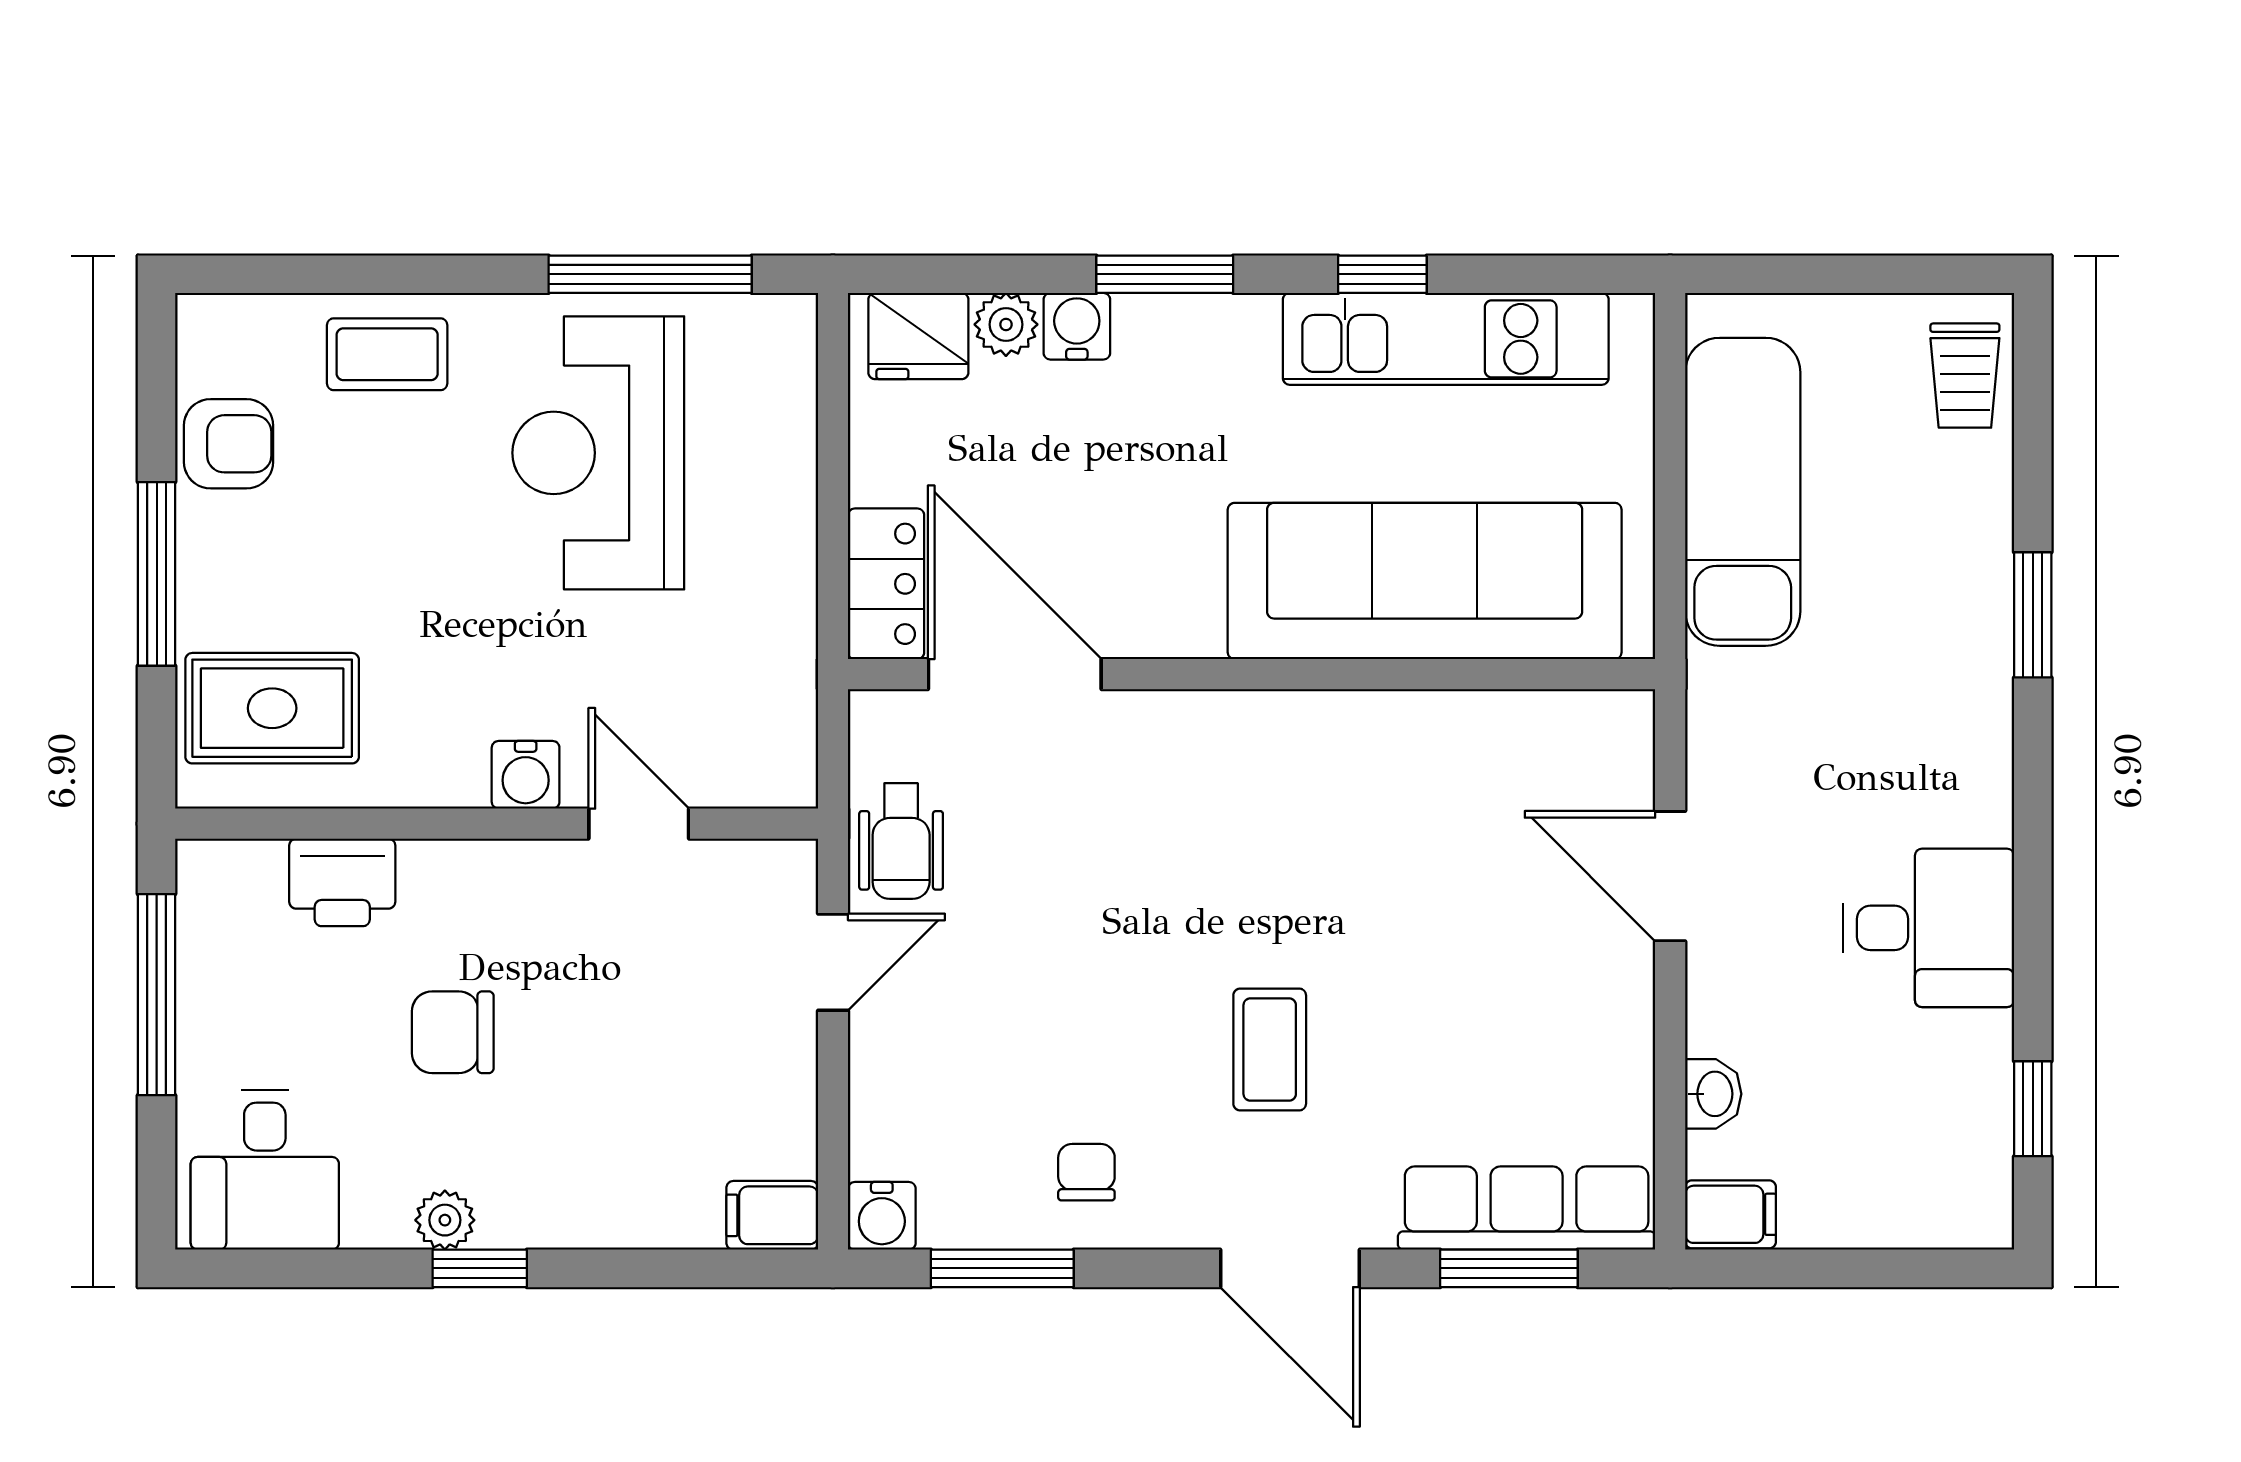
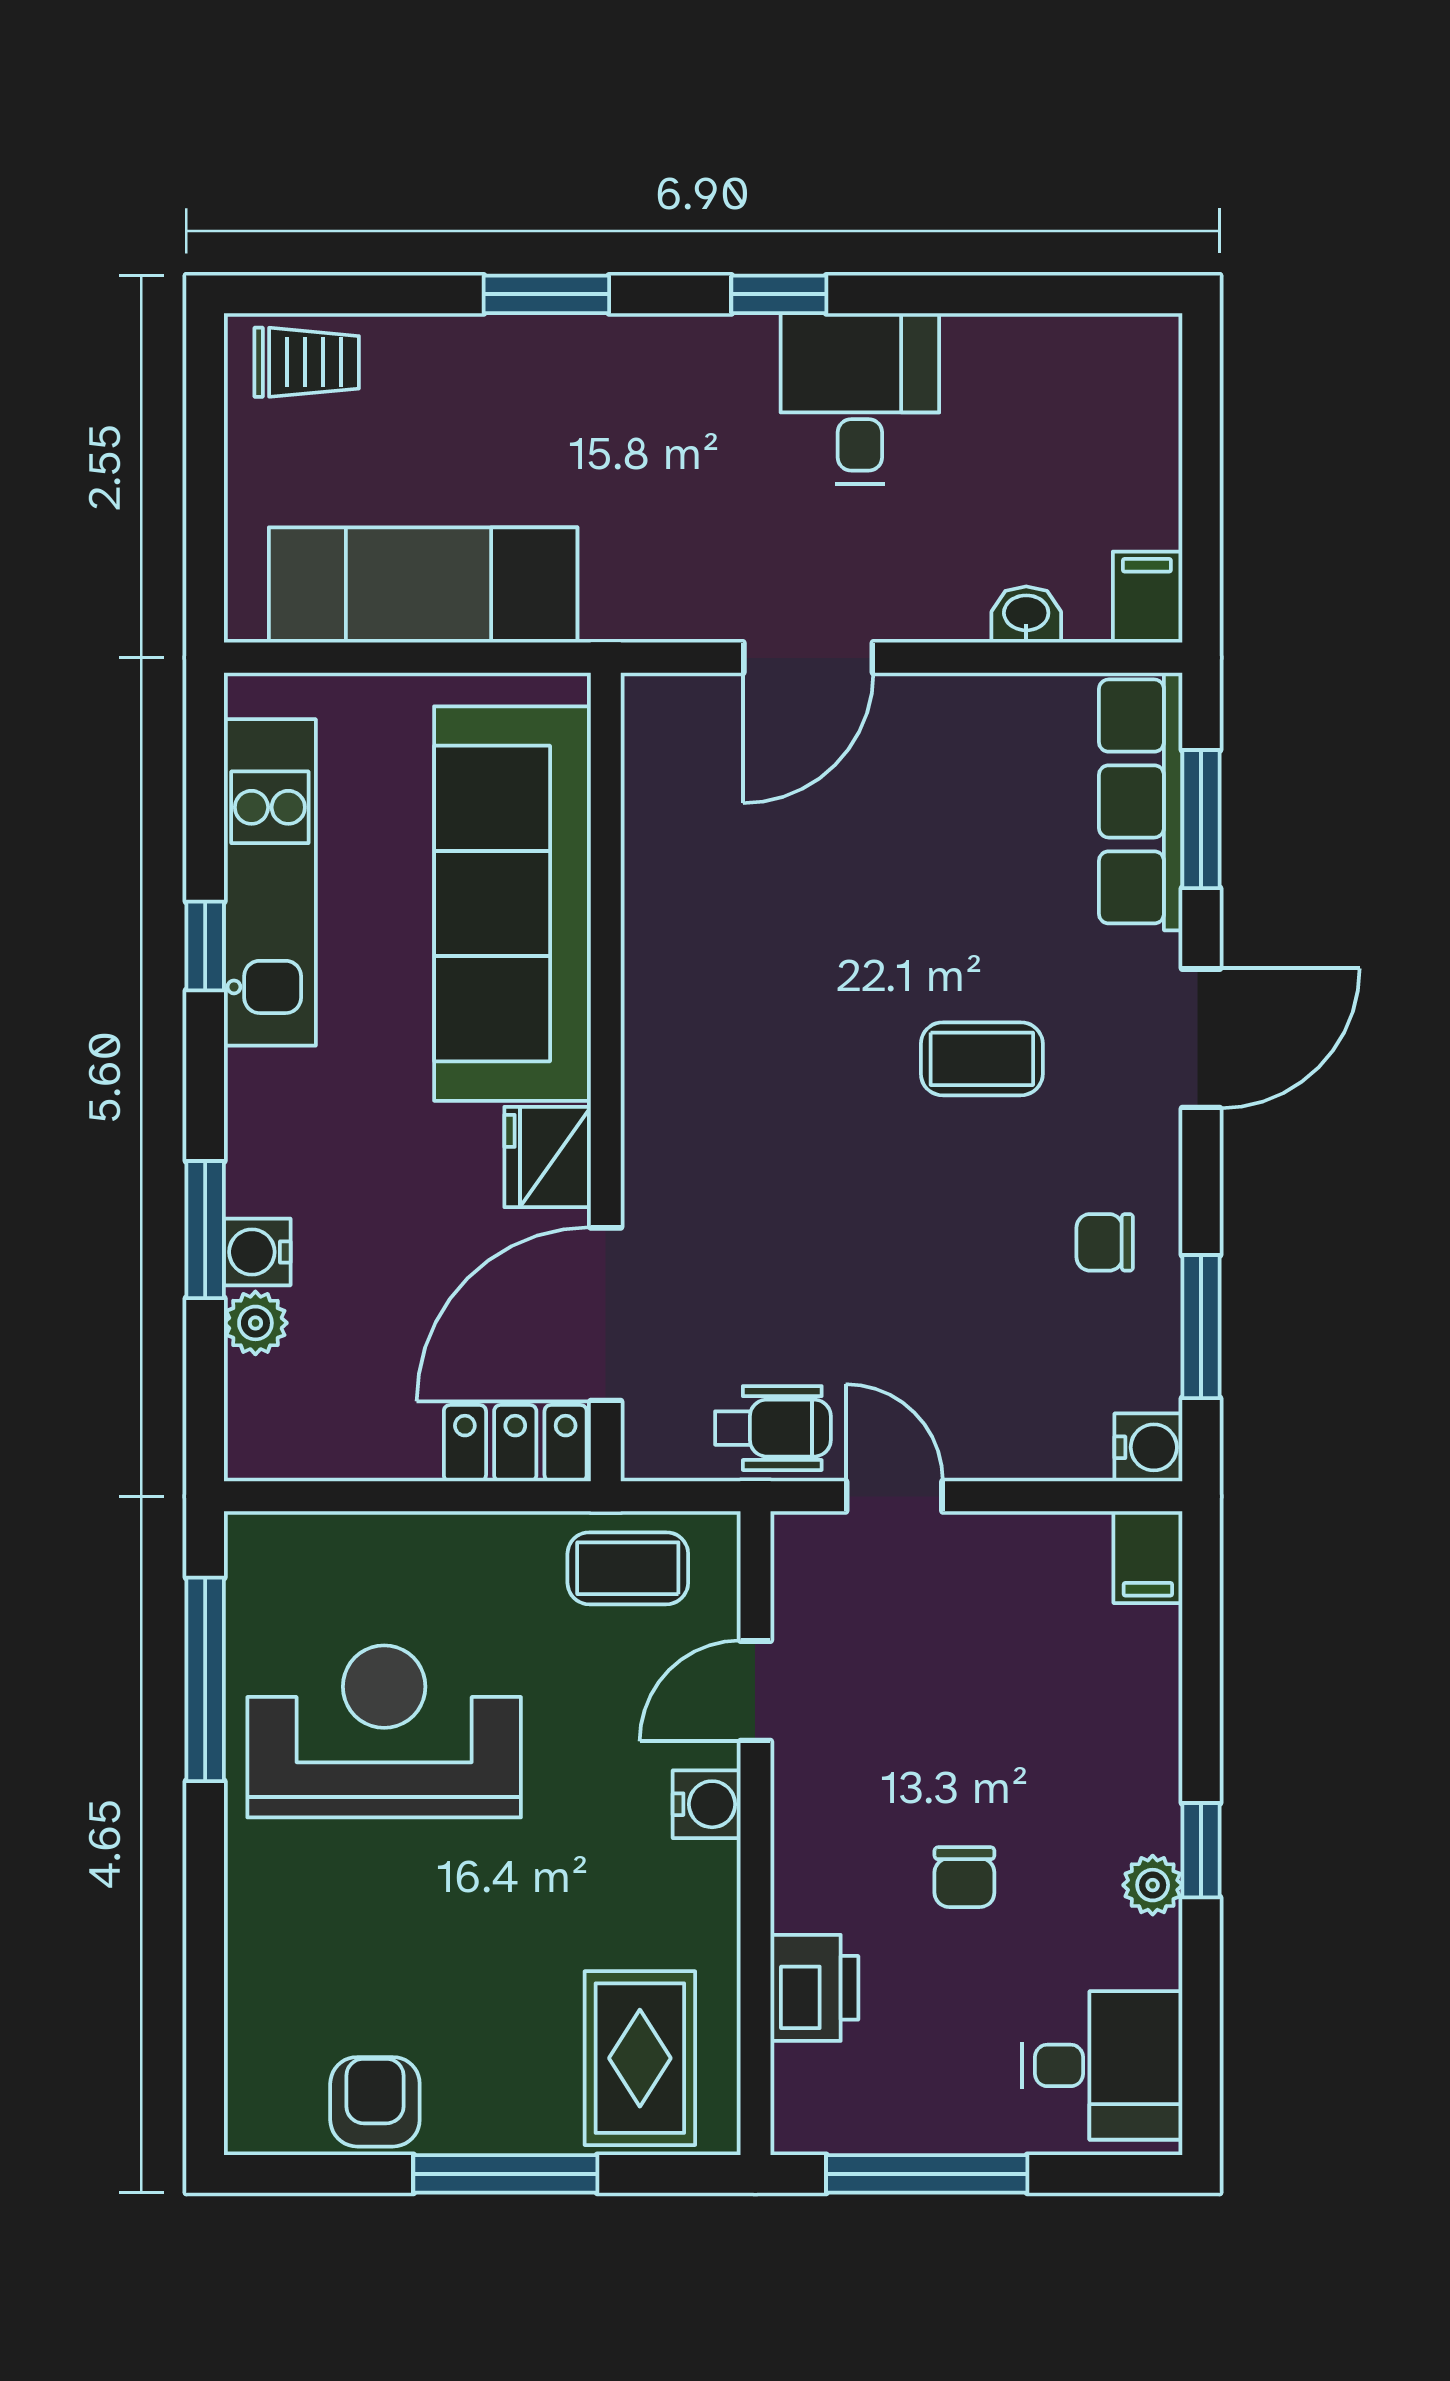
window: (1165, 274) -> (205, 1230), moved
fridge: (918, 336) -> (548, 1157), moved, turned 180
coffee table: (387, 354) -> (628, 1568), moved, turned 90
reception desk: (598, 453) -> (384, 1731), turned 180
chair: (453, 1032) -> (964, 1877), width x0.73, depth x0.73
window: (2033, 1109) -> (779, 294), moved

